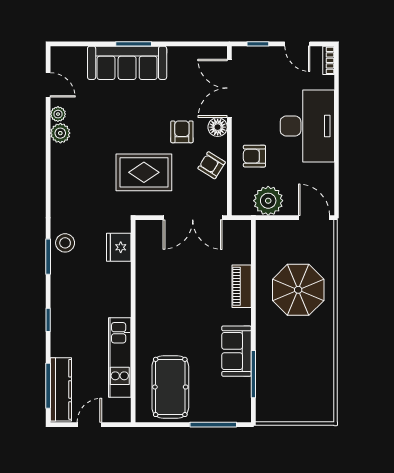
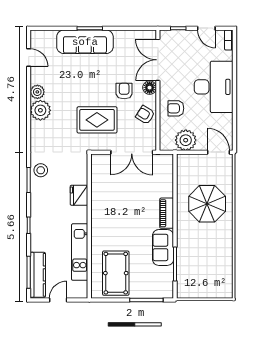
plant: (58, 114) -> (40, 110), moved, width x1.87, depth x1.87
fridge: (119, 247) -> (79, 195), moved
piano: (242, 286) -> (167, 213), moved

